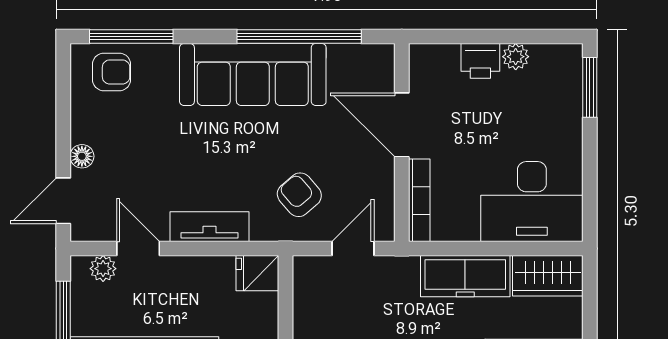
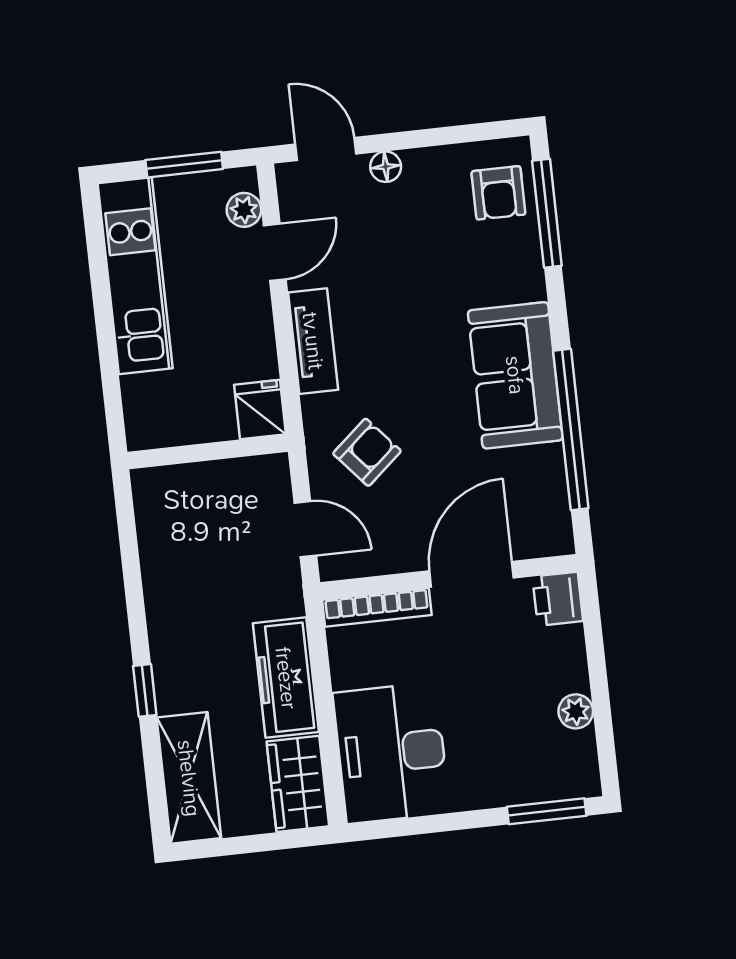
printer: (480, 61) -> (558, 599), moved
sofa: (253, 74) -> (515, 375), width x0.73

